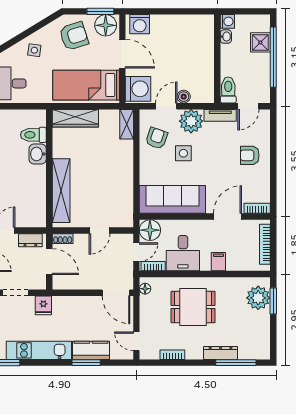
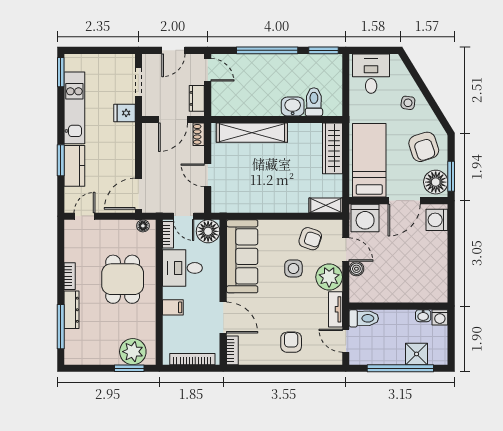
bookcase: (172, 355) -> (70, 276), moved

